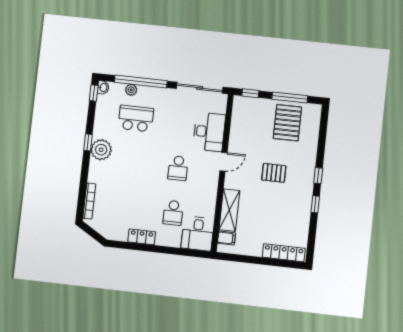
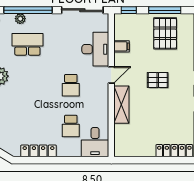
shelving: (229, 210) -> (121, 105), moved
locker: (142, 237) -> (39, 151), width x1.53
filing cabinet: (226, 238) -> (121, 46), moved

